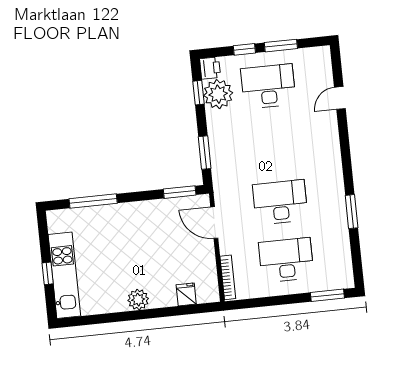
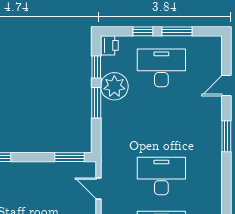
plant: (218, 94) -> (114, 86), moved
window: (205, 153) -> (96, 103), moved
window: (352, 212) -> (226, 136), moved
door: (214, 223) -> (99, 189), width x0.73

